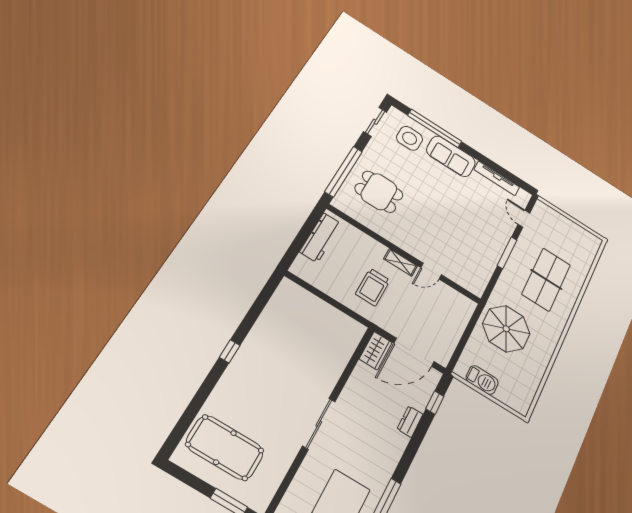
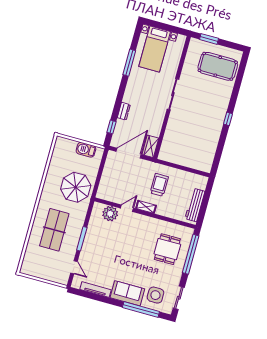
dining table: (379, 192) -> (167, 249), turned 90
plant: (459, 272) -> (110, 214), added

